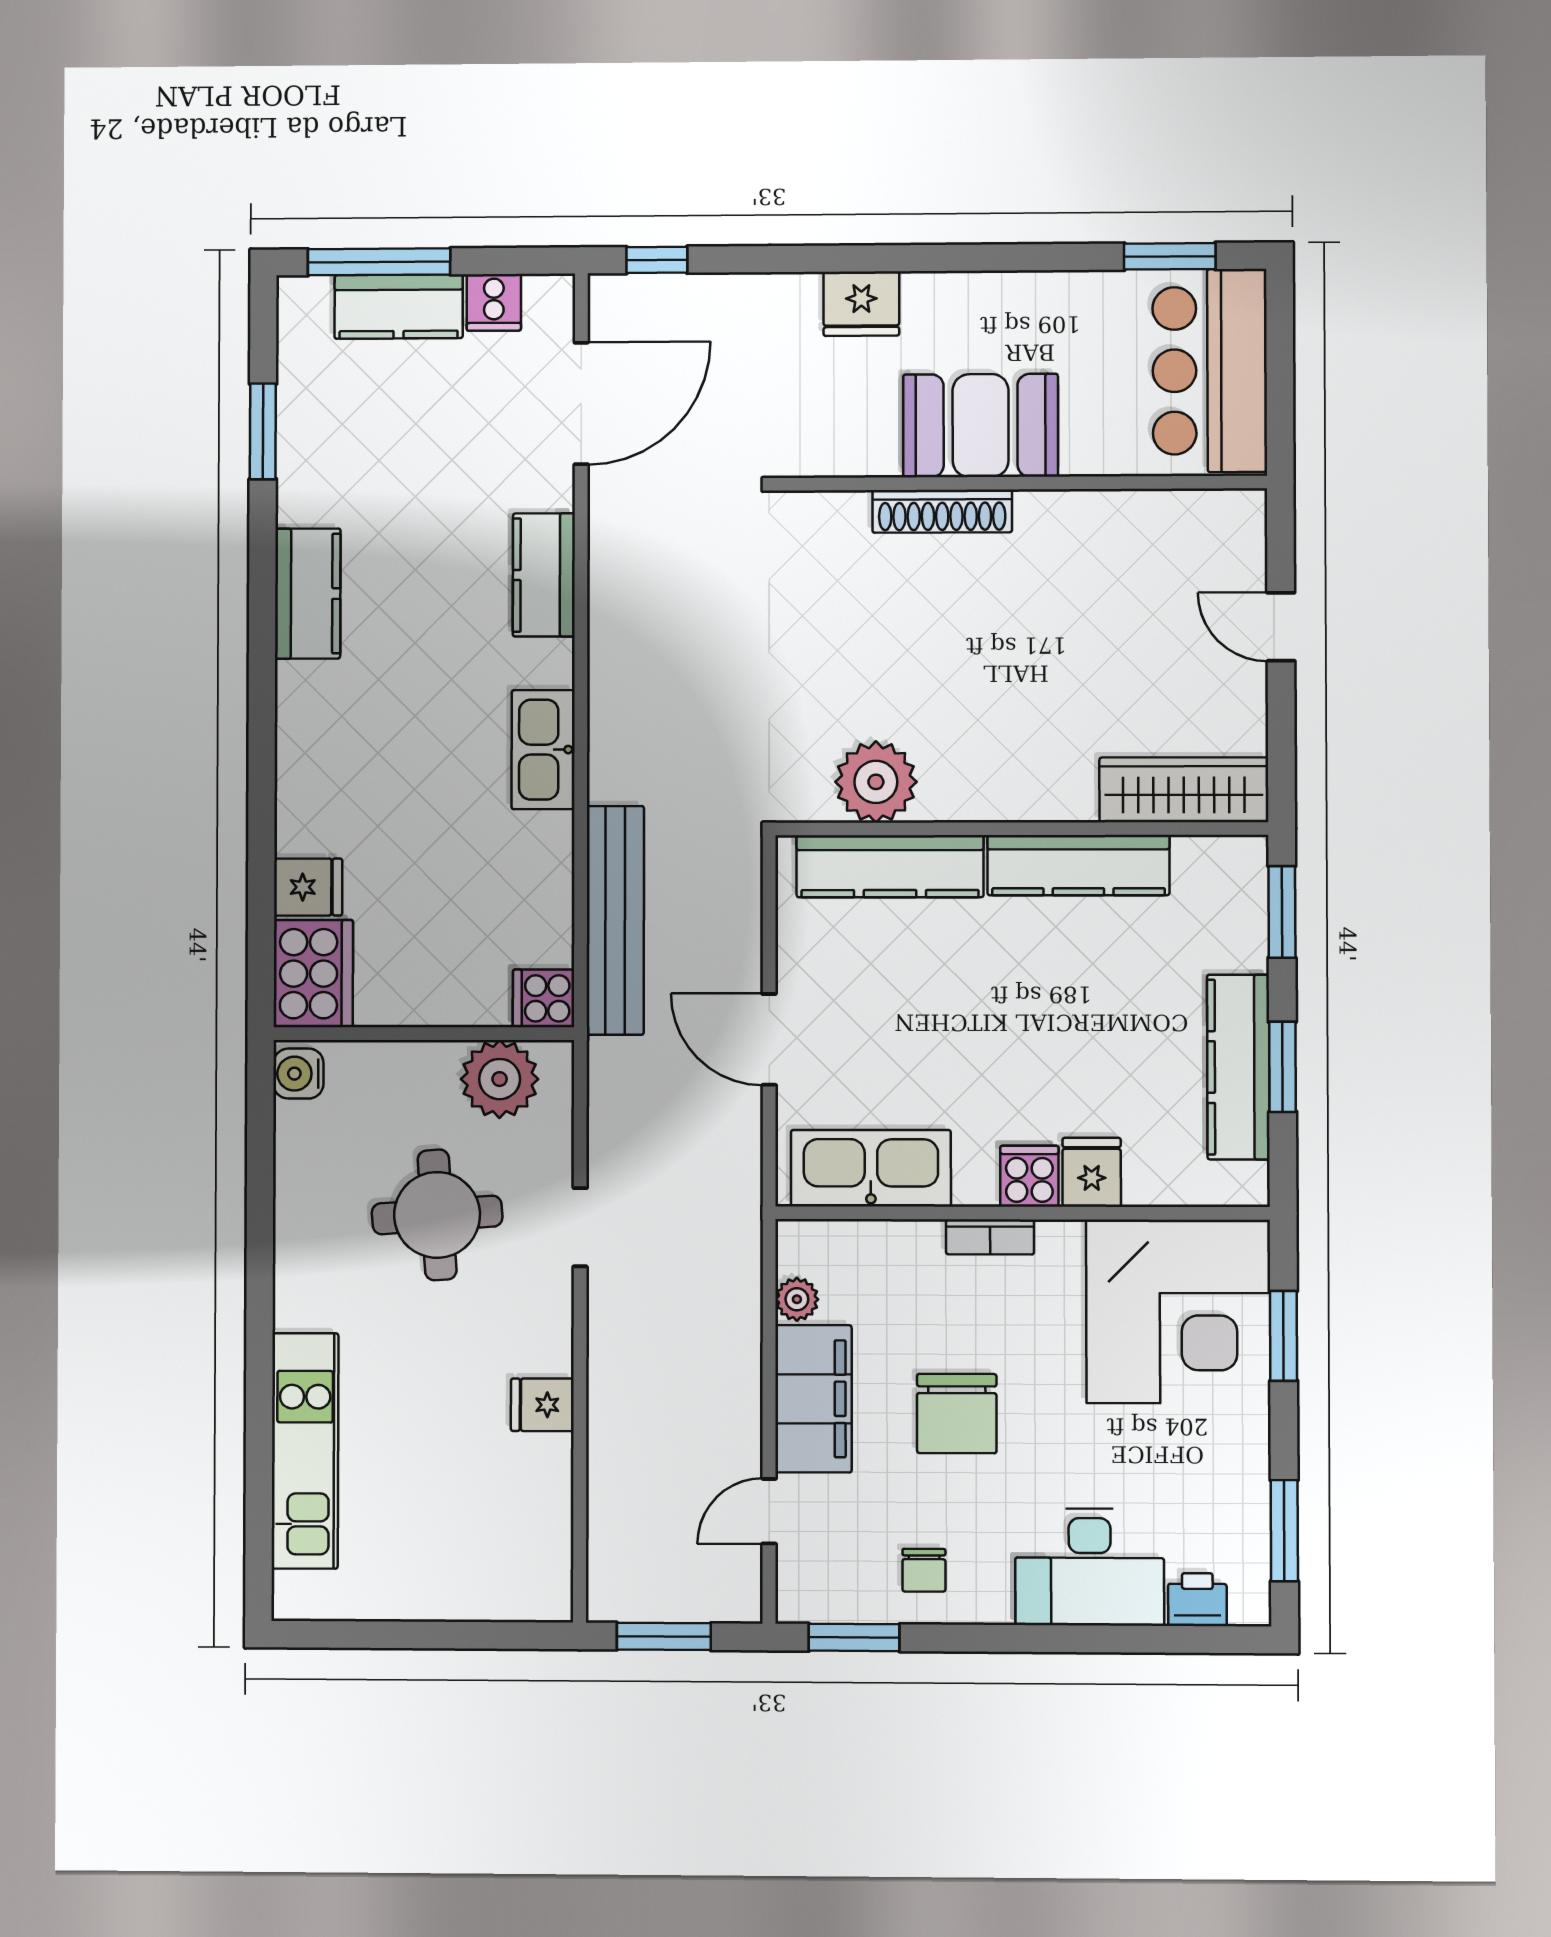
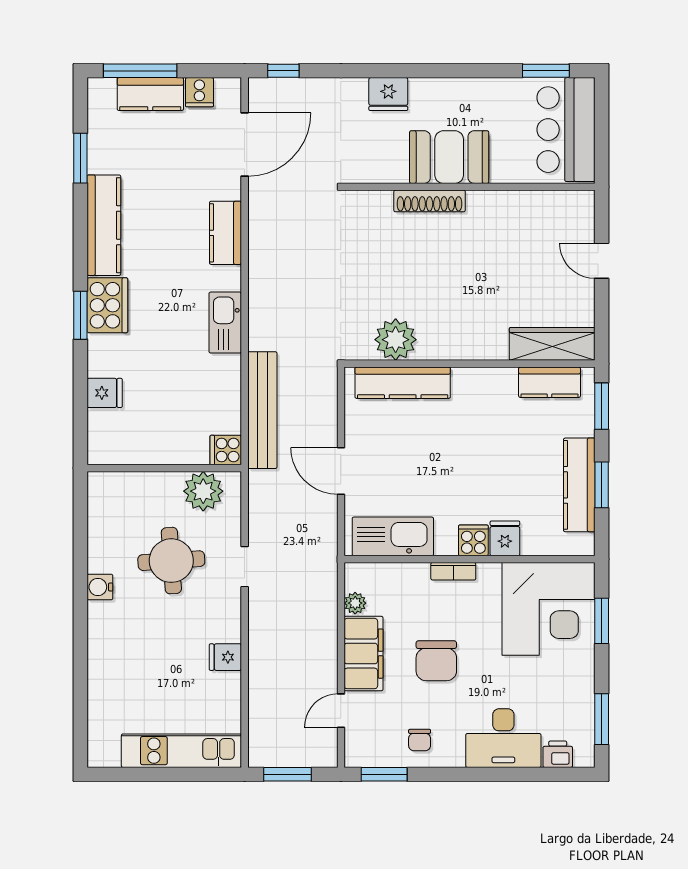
kitchen counter: (308, 594) -> (104, 225), width x1.50
window: (262, 736) -> (80, 315), added
kitchen counter: (1078, 865) -> (550, 382), moved, width x0.67
cooker: (313, 974) -> (107, 305), moved
water cooler: (298, 1074) -> (100, 587), moved
kitchen unit: (305, 1451) -> (181, 751), moved, turned -90

